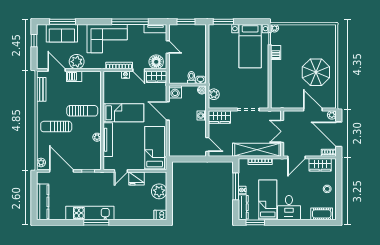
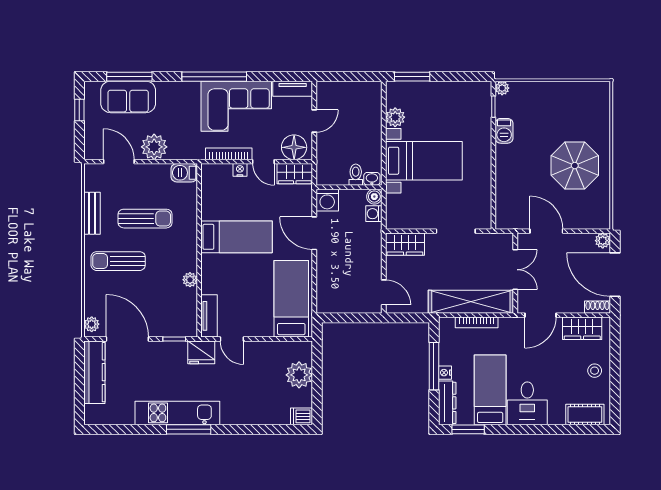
window: (130, 22) -> (214, 77), moved
window: (186, 22) -> (346, 77), removed
corner sofa: (107, 39) -> (236, 106), moved
bed with nightstands: (250, 46) -> (424, 161), moved, turned -90
door: (168, 47) -> (314, 121), hinge flipped
barbecue: (74, 76) -> (184, 173), moved
bench: (41, 89) -> (92, 213), moved
plant: (214, 94) -> (395, 117), moved
door: (313, 110) -> (546, 231), moved
sun lounger: (82, 111) -> (145, 219), moved
washing machine: (202, 116) -> (374, 214), moved
double door: (282, 131) -> (515, 270), swing flipped
tv unit: (108, 140) -> (209, 316), moved, width x0.71
door: (121, 171) -> (232, 339), hinge flipped
fridge: (137, 178) -> (201, 352), moved
kitchen counter: (43, 202) -> (94, 372), moved

